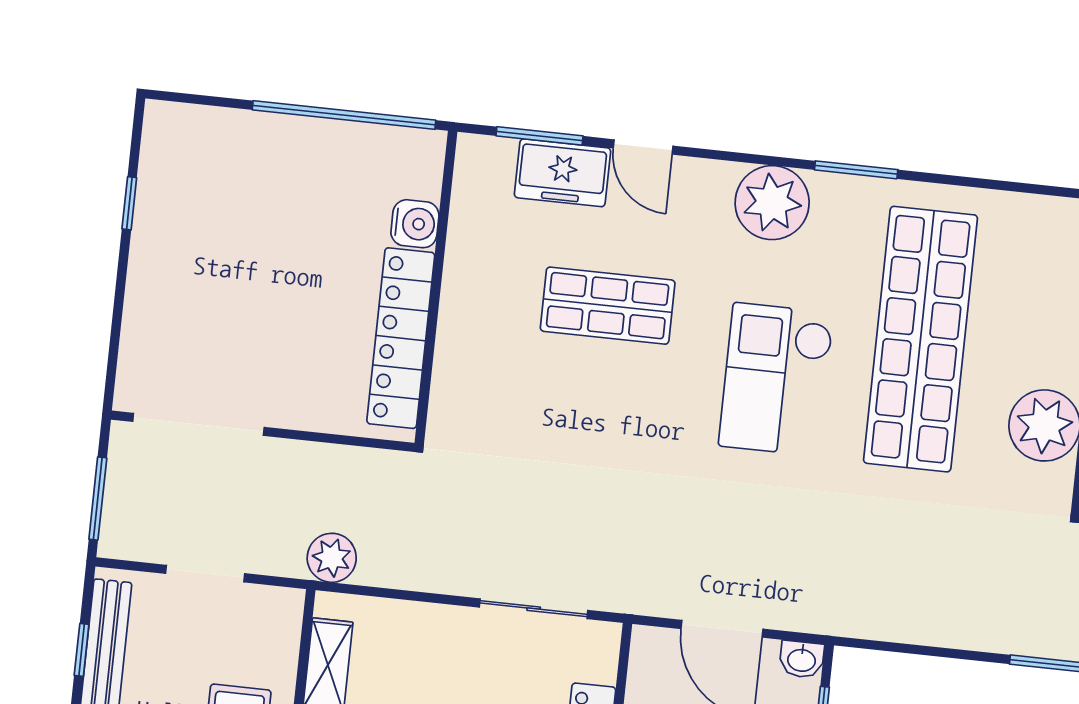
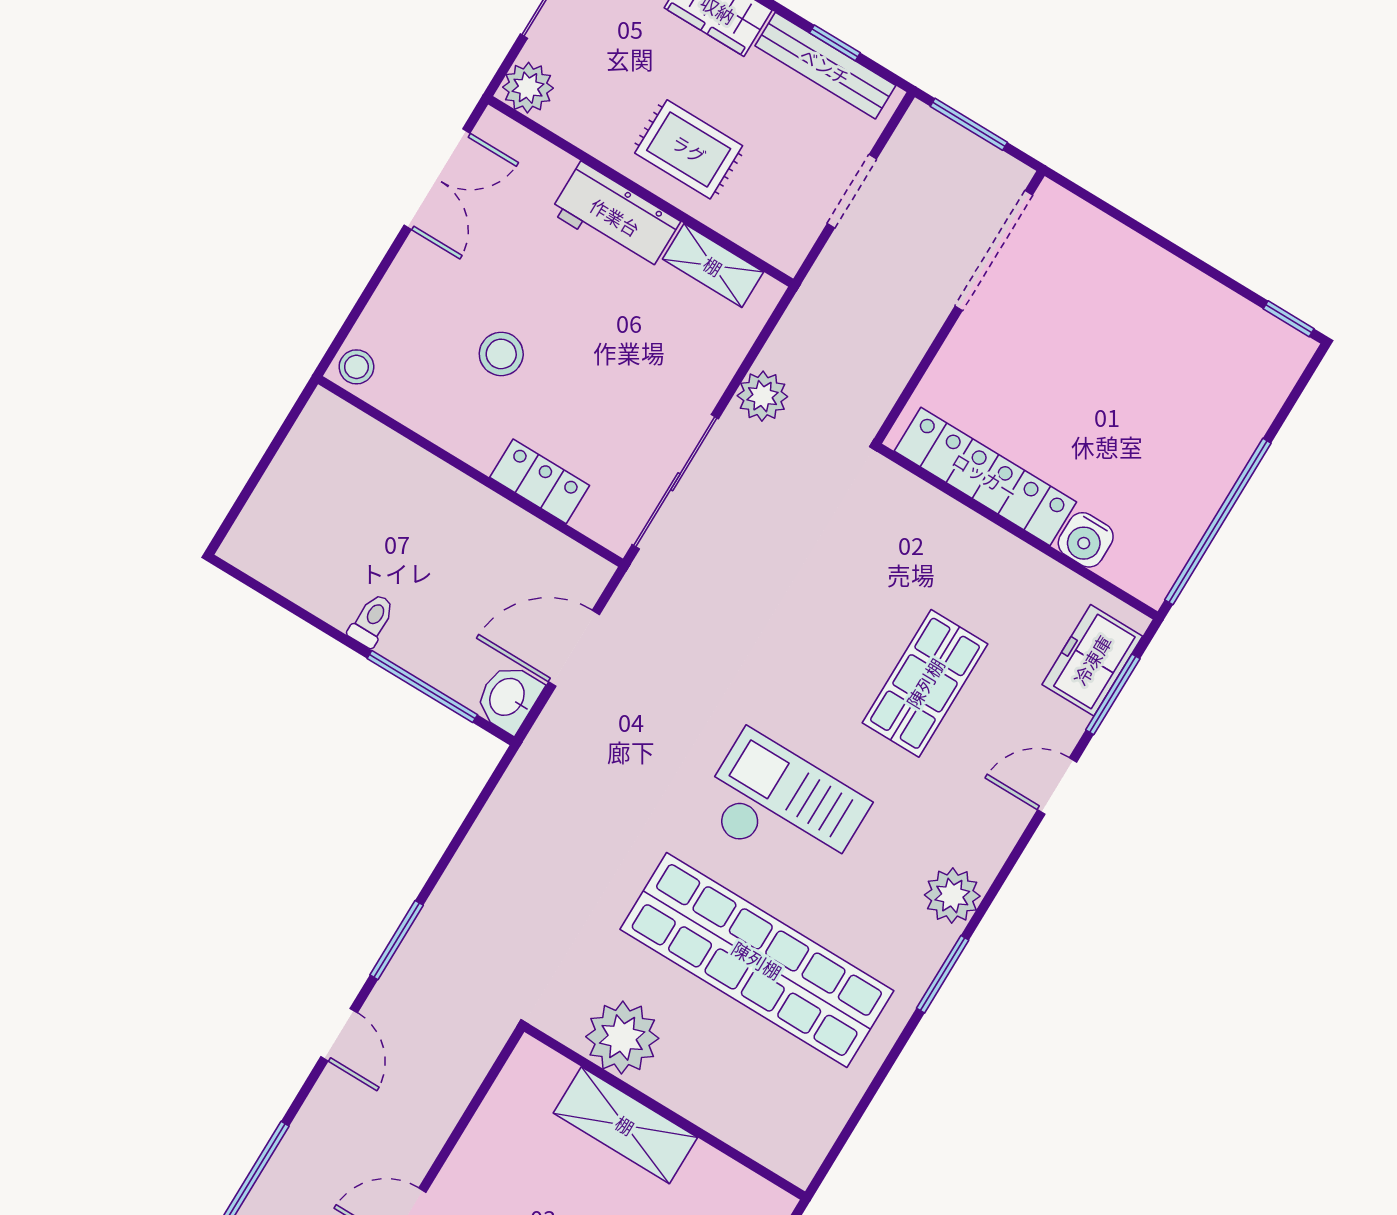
freezer: (562, 173) -> (1092, 660), moved
window: (129, 203) -> (1289, 319), moved
plant: (772, 203) -> (952, 896), width x0.73, depth x0.73
plant: (332, 558) -> (762, 396), moved
sliding door: (534, 609) -> (675, 482), width x1.37
washbasin: (802, 659) -> (508, 698), width x1.38, depth x1.45

